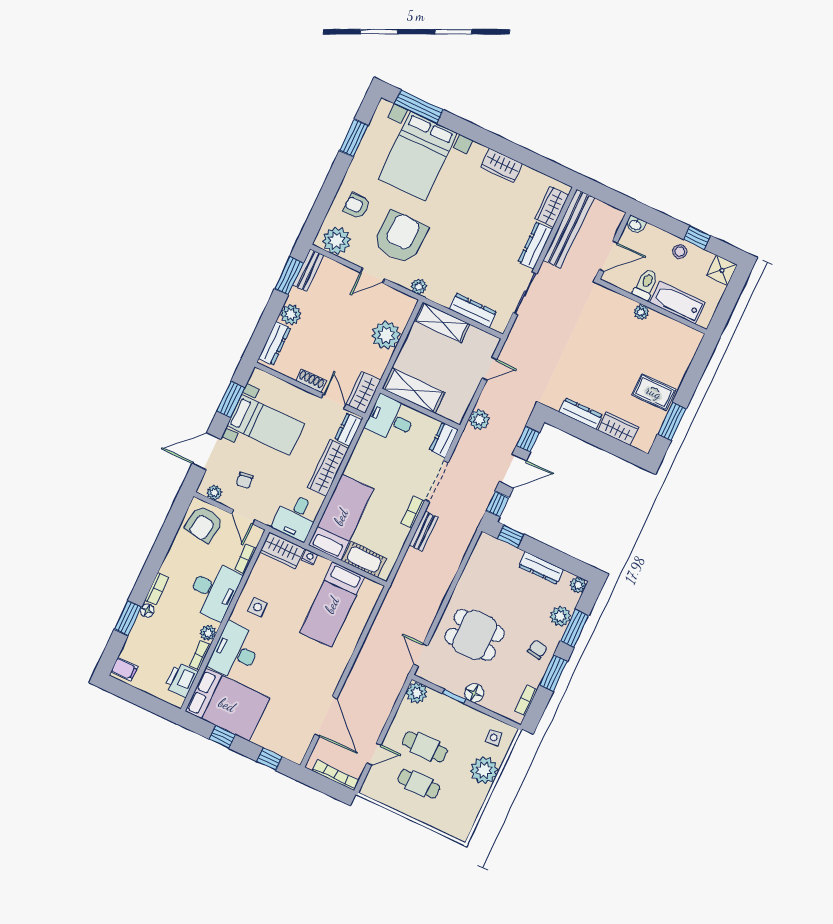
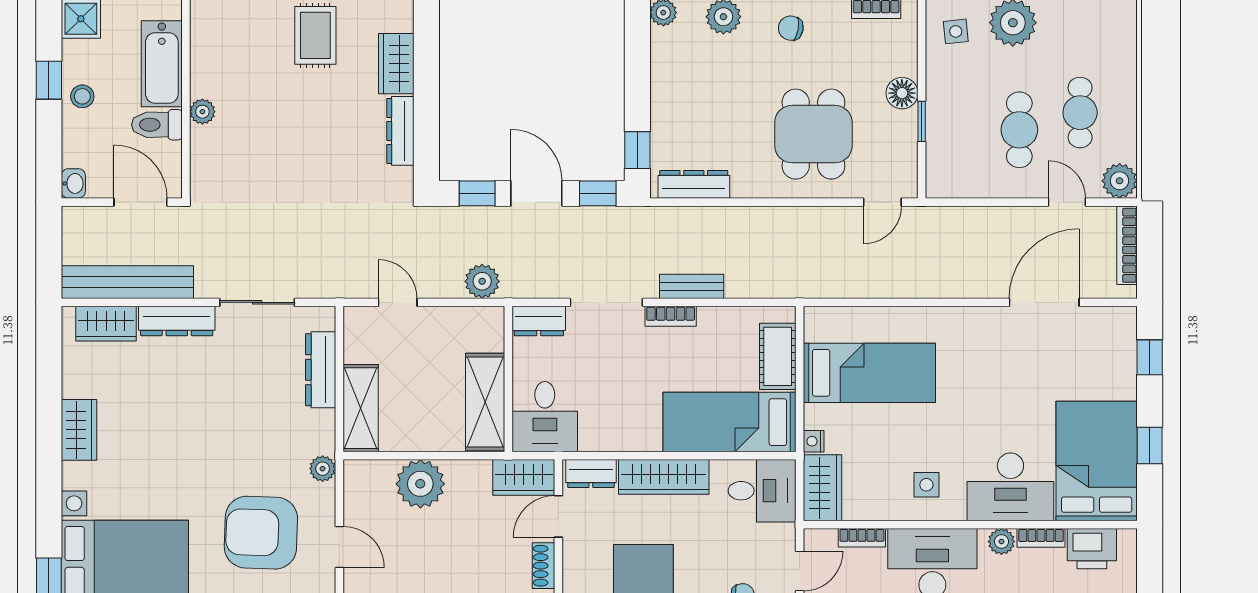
dresser: (541, 568) -> (694, 184), moved, turned -90
plant: (417, 693) -> (1120, 181), moved

